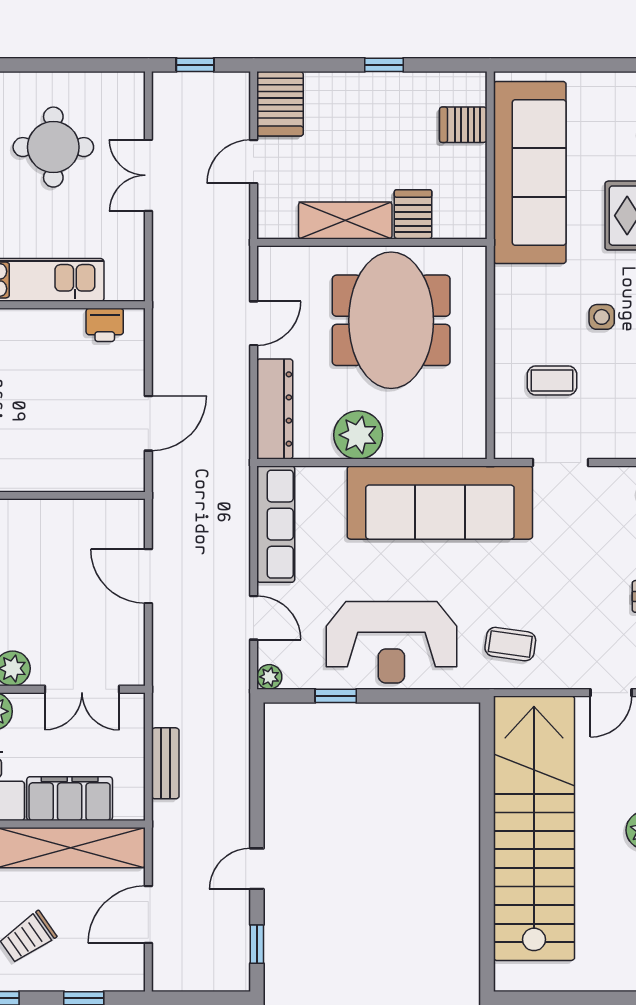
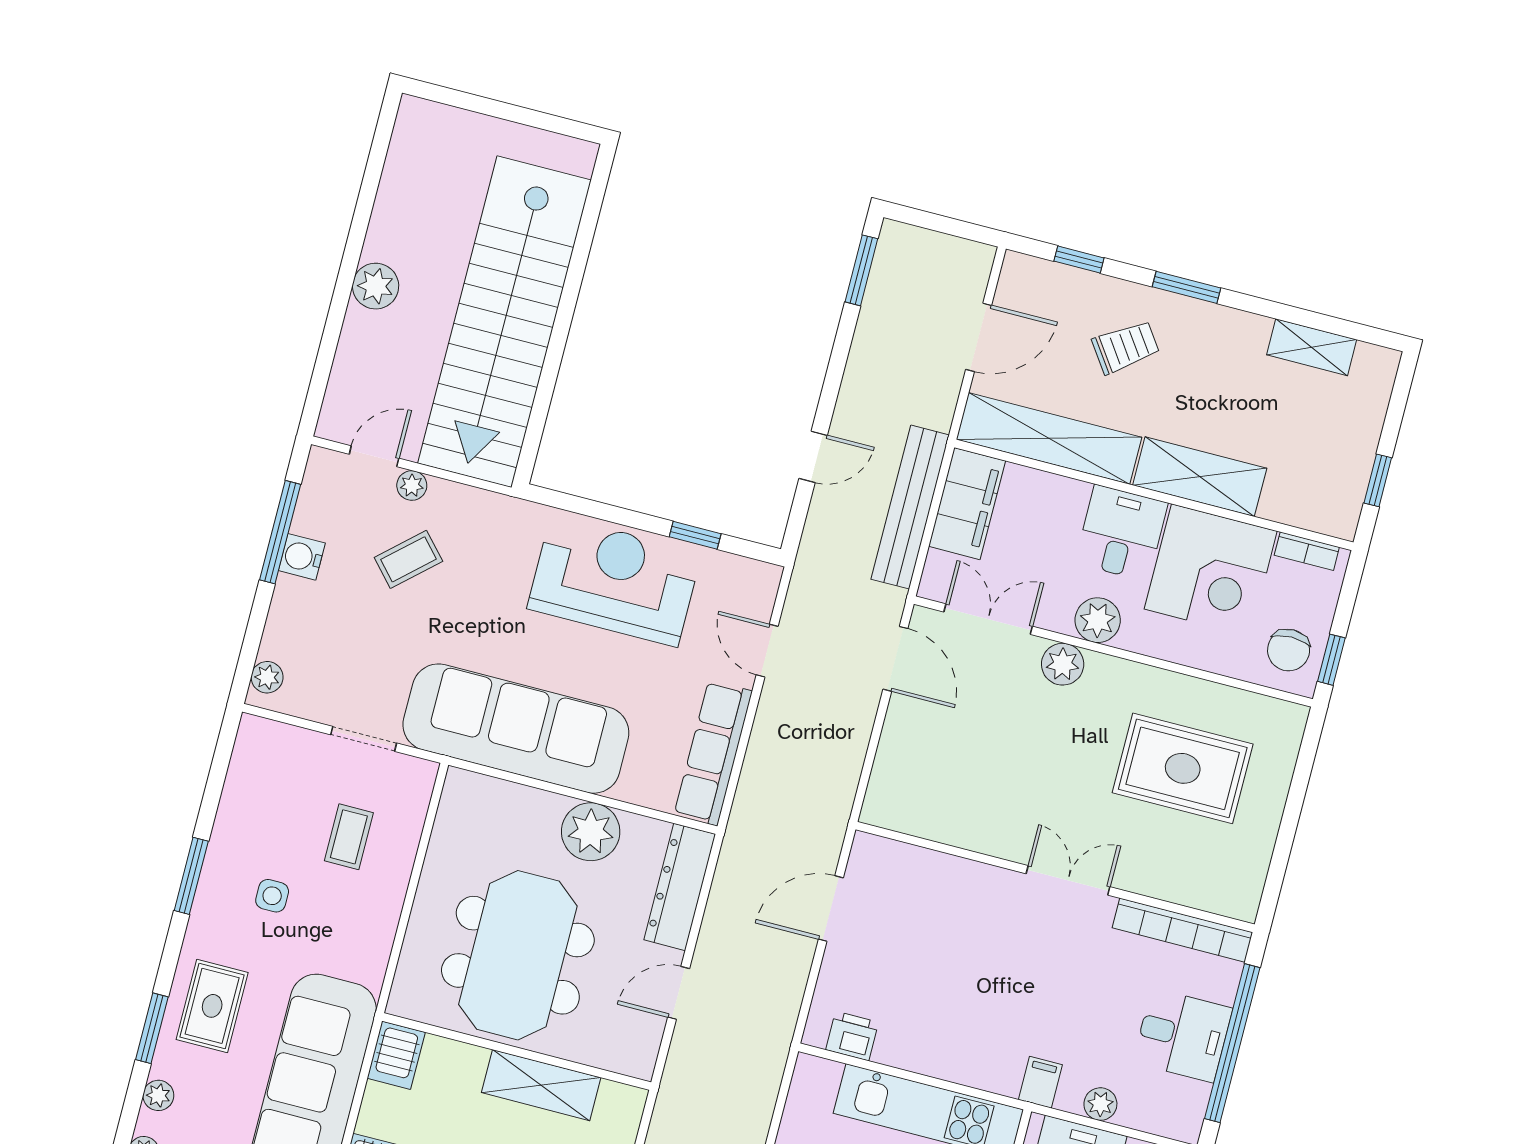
server rack: (413, 214) -> (396, 1055), moved
coffee table: (552, 380) -> (349, 837), turned 90
door: (148, 576) -> (895, 659), moved
coffee table: (510, 644) -> (408, 559), moved, turned -50
plant: (269, 677) -> (412, 485), moved
bench: (165, 763) -> (910, 507), width x1.86, depth x1.21
filing cabinet: (70, 799) -> (967, 504), moved, turned -90
door: (257, 869) -> (813, 457), moved
window: (257, 944) -> (861, 270), width x1.50

